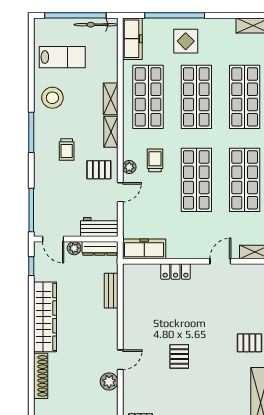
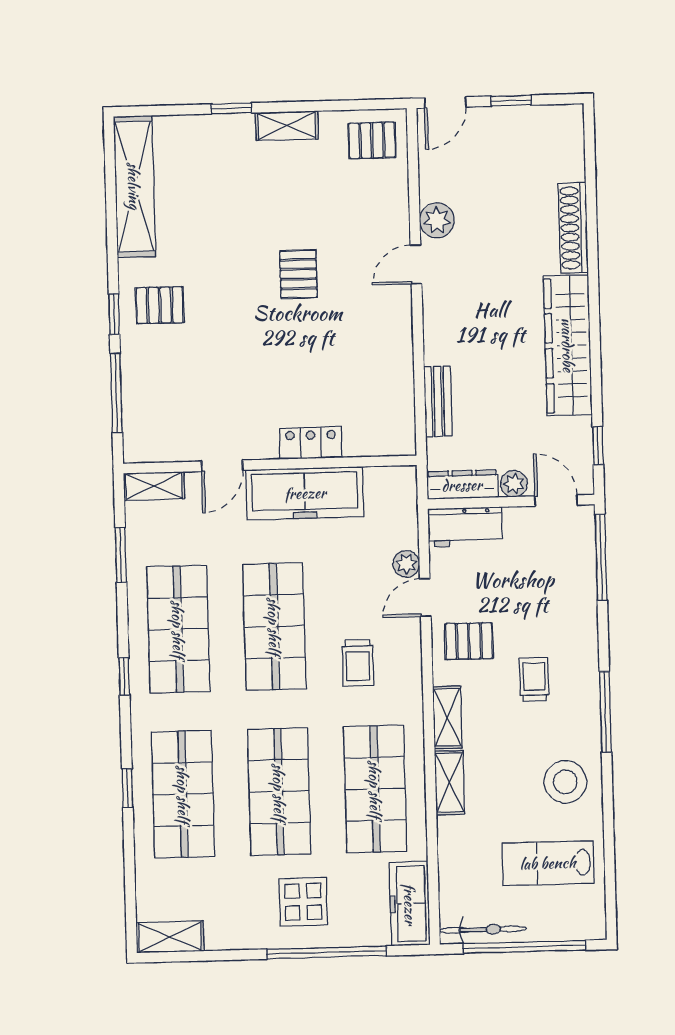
plant: (129, 167) -> (406, 564), moved
freezer: (144, 249) -> (305, 493), moved, width x1.36, depth x1.26

